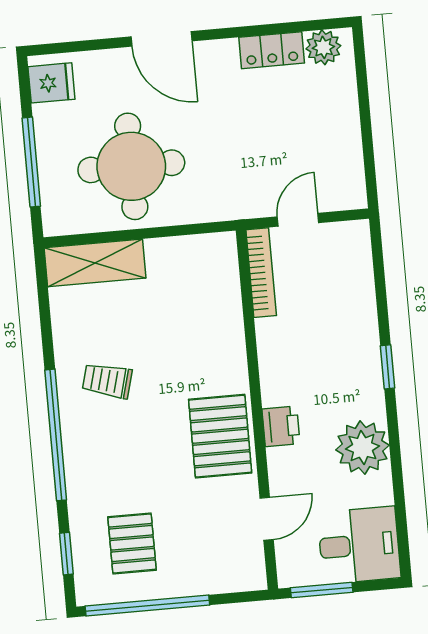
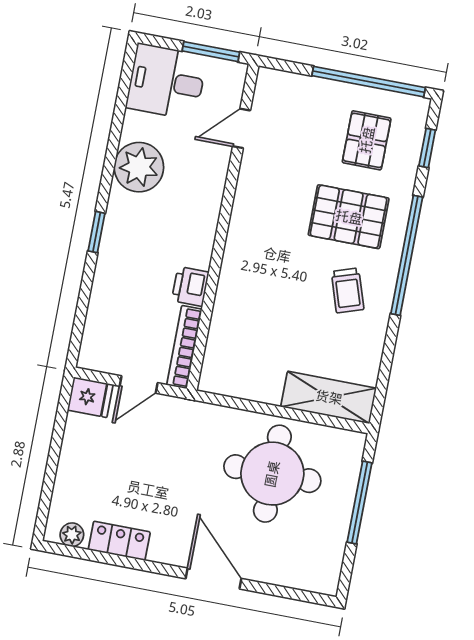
plant: (323, 47) -> (72, 535), width x0.73, depth x0.73
fridge: (51, 83) -> (90, 397), moved, turned 180
trolley: (107, 381) -> (348, 290), turned 57
printer: (281, 426) -> (190, 286), moved
pallet: (220, 436) -> (349, 217), moved, turned 90

